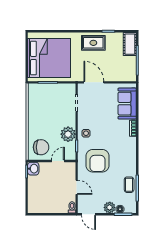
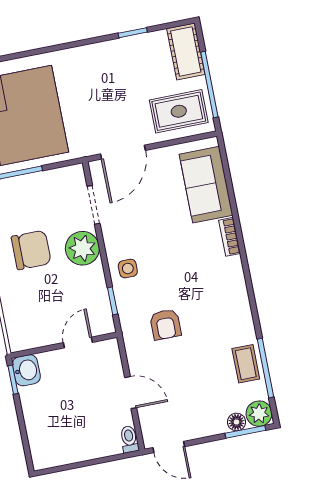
rug: (93, 43) -> (179, 111), moved
door: (94, 82) -> (123, 152), swing flipped
plant: (68, 134) -> (82, 248), moved
chair: (41, 147) -> (31, 250), moved
armchair: (98, 161) -> (165, 324), width x0.53, depth x0.53
plant: (110, 207) -> (259, 414), moved

